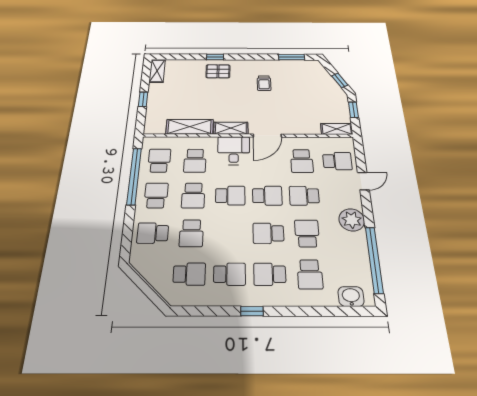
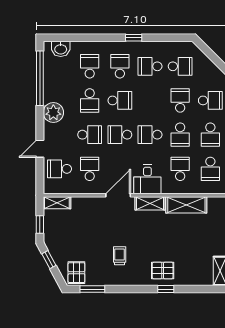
pallet: (309, 70) -> (76, 273), added
school desk: (193, 195) -> (180, 135), turned 180
school desk: (189, 274) -> (180, 66), turned 180
school desk: (270, 274) -> (120, 66), turned -90

